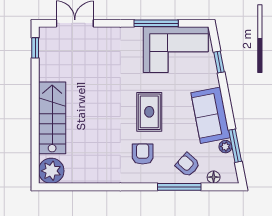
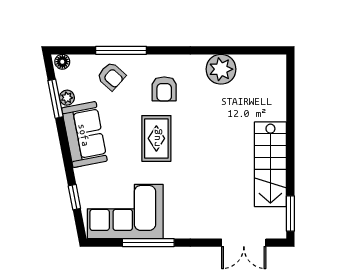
window: (35, 48) -> (290, 213), width x1.50
stairs: (52, 118) -> (270, 164), moved
plant: (51, 171) -> (221, 69), moved
floor lamp: (214, 177) -> (62, 62), moved

